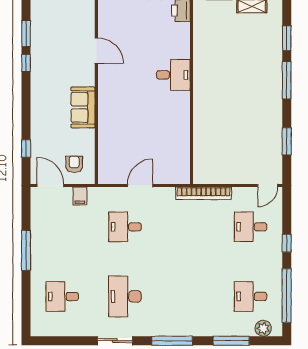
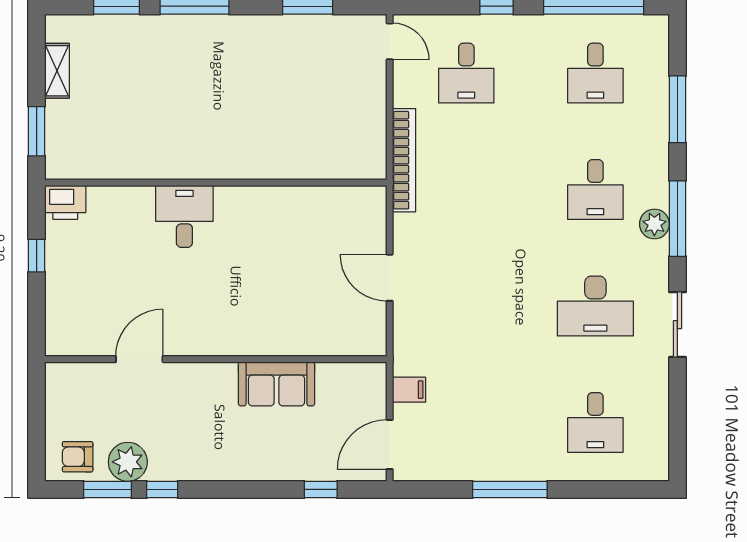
plant: (41, 44) -> (128, 462), added
sofa: (83, 107) -> (276, 384), moved
armchair: (74, 164) -> (78, 457), moved
desk: (125, 227) -> (595, 190), moved
plant: (263, 328) -> (654, 224), moved

